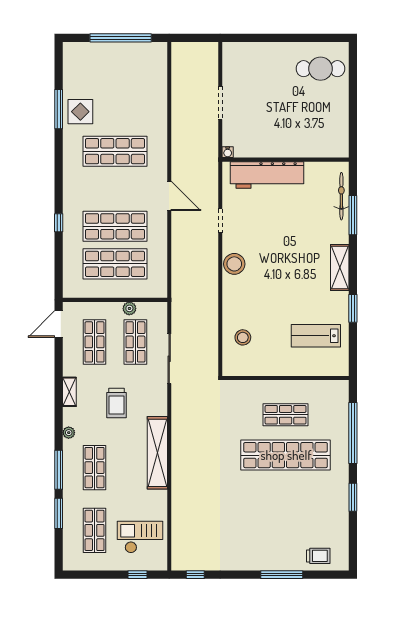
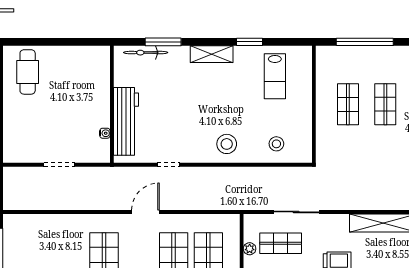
water cooler: (228, 152) -> (105, 133), moved
stool: (234, 264) -> (227, 144), moved
shop shelf: (286, 455) -> (385, 104), width x0.50, depth x0.74

